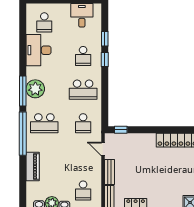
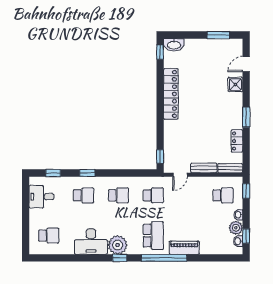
window: (105, 39) -> (53, 173), moved
desk: (39, 50) -> (91, 242), moved
school desk: (83, 90) -> (118, 195), width x0.54
window: (23, 91) -> (120, 258), width x0.46
piano: (33, 167) -> (184, 248), moved

